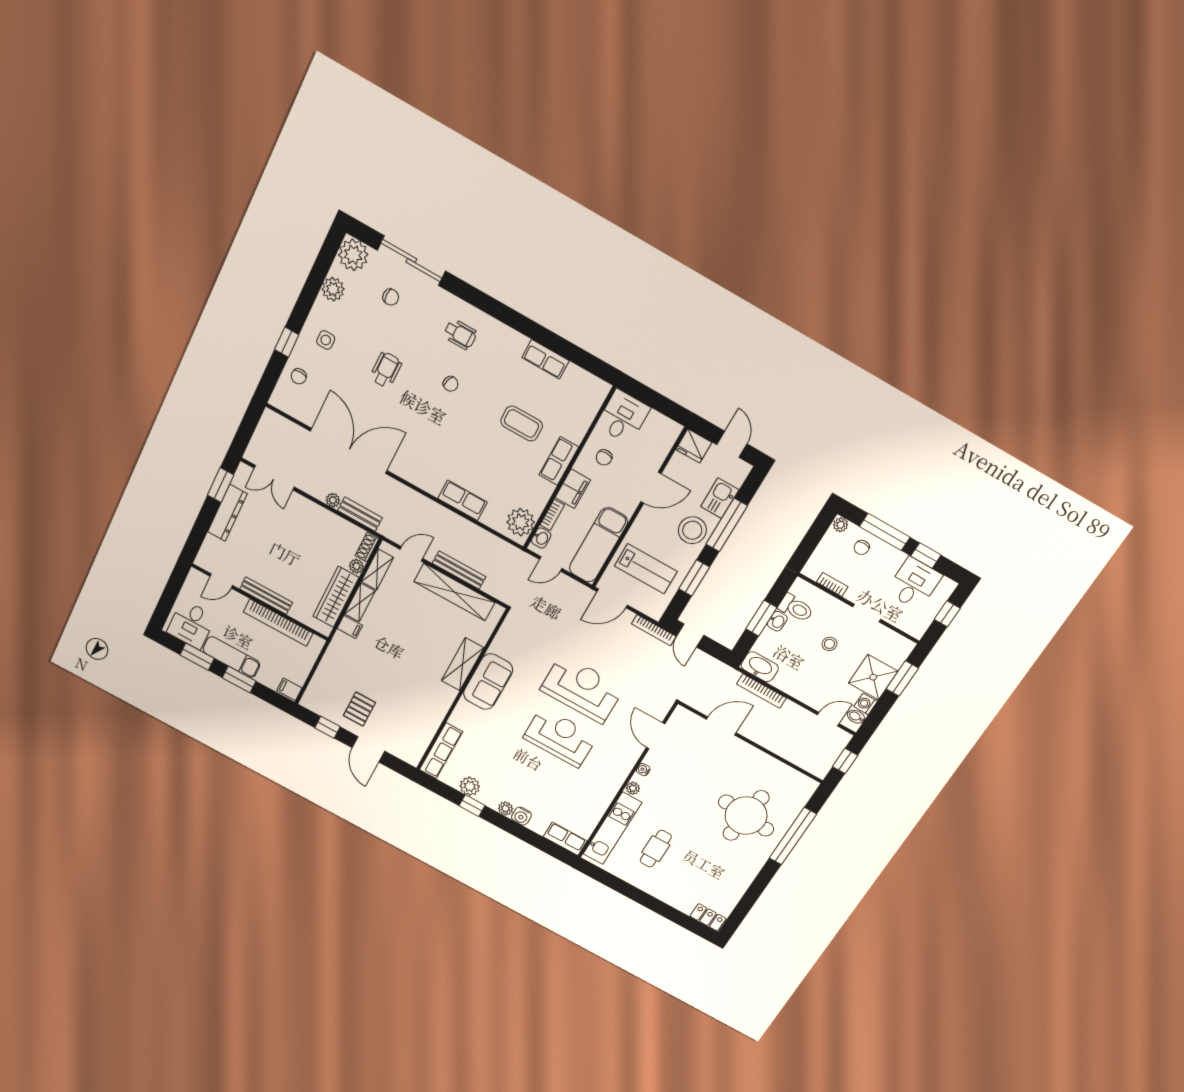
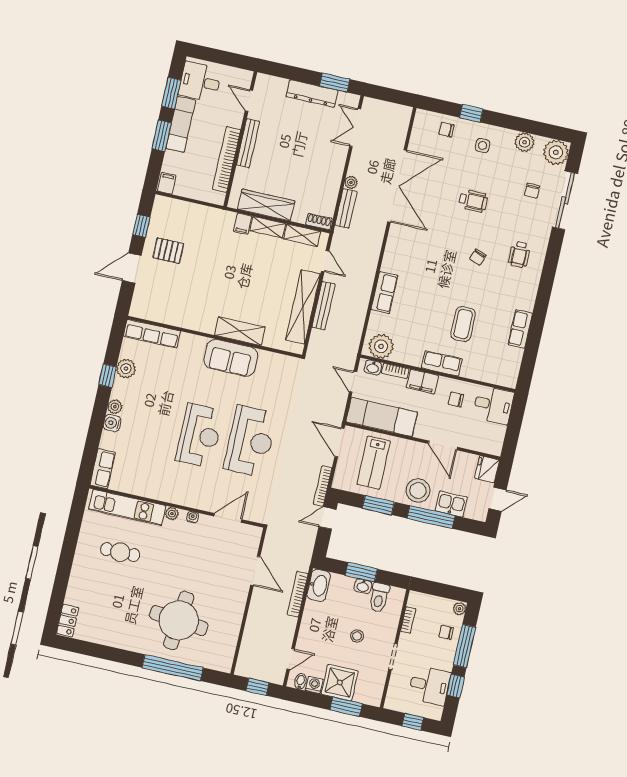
plant: (356, 566) -> (299, 216), removed
door: (828, 719) -> (291, 659), hinge flipped

